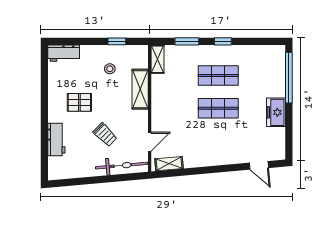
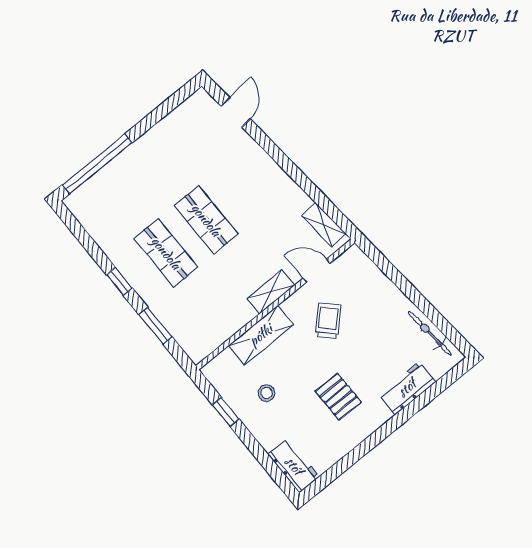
shelving: (157, 59) -> (271, 292), moved
freezer: (276, 112) -> (153, 145), removed
trolley: (105, 135) -> (328, 321), moved
bicycle: (121, 166) -> (430, 333), moved, width x0.73, depth x0.71

